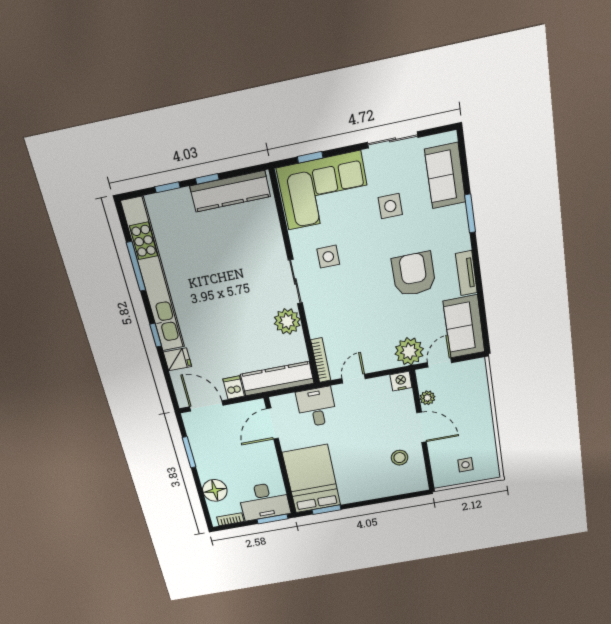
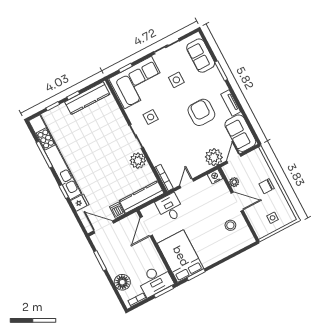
chair: (474, 418) -> (267, 186), added

